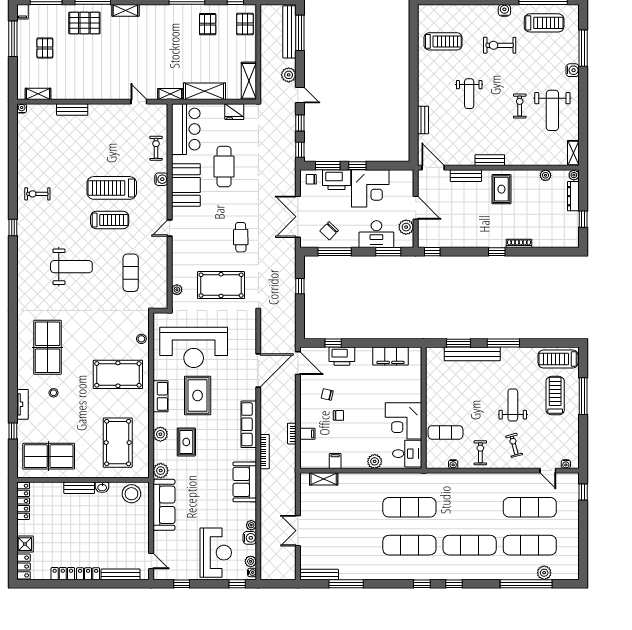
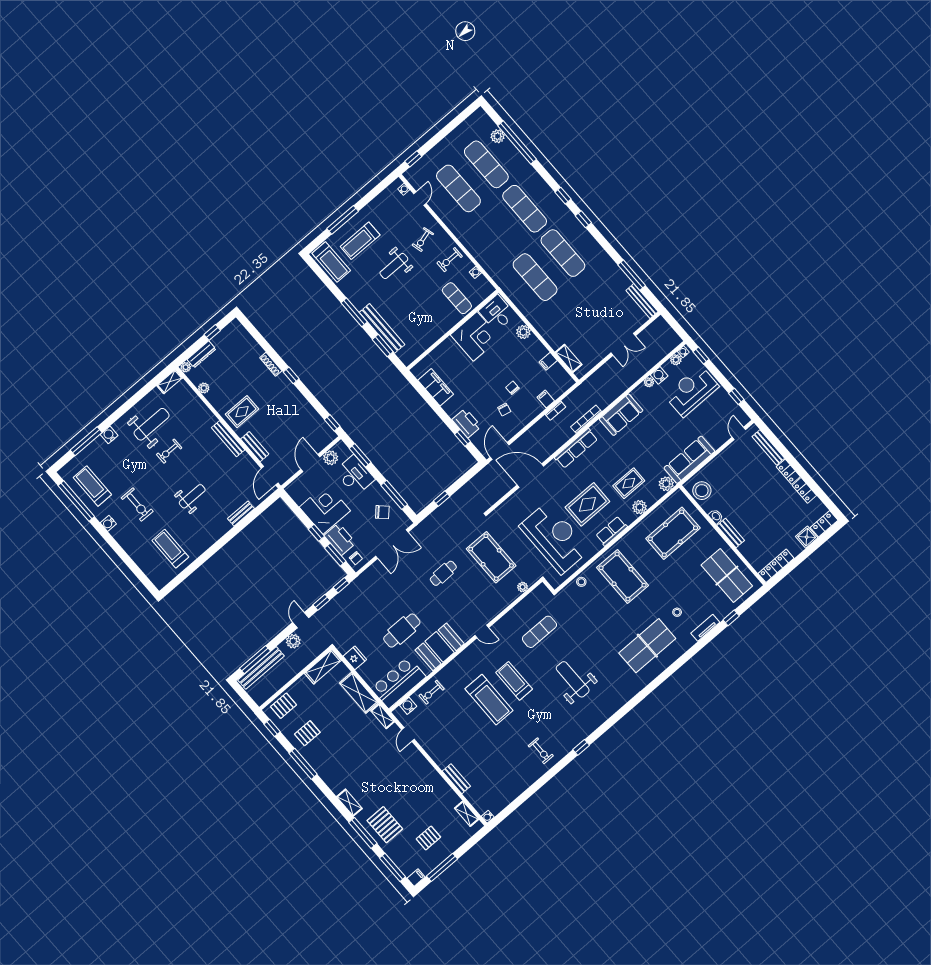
bench: (490, 160) -> (228, 439), width x1.36
water cooler: (161, 179) -> (408, 706), moved

